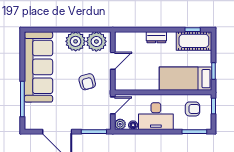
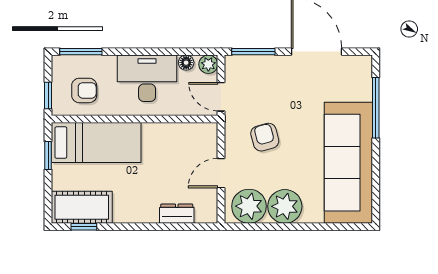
dresser: (156, 37) -> (177, 214), moved
door: (113, 105) -> (221, 97), hinge flipped
armchair: (192, 109) -> (84, 90), turned 180

